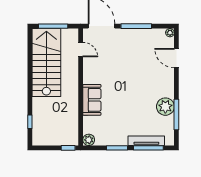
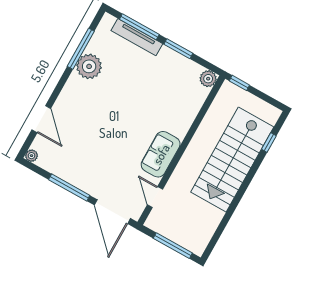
stairs: (46, 63) -> (232, 160), moved
sofa: (92, 100) -> (161, 154), moved

